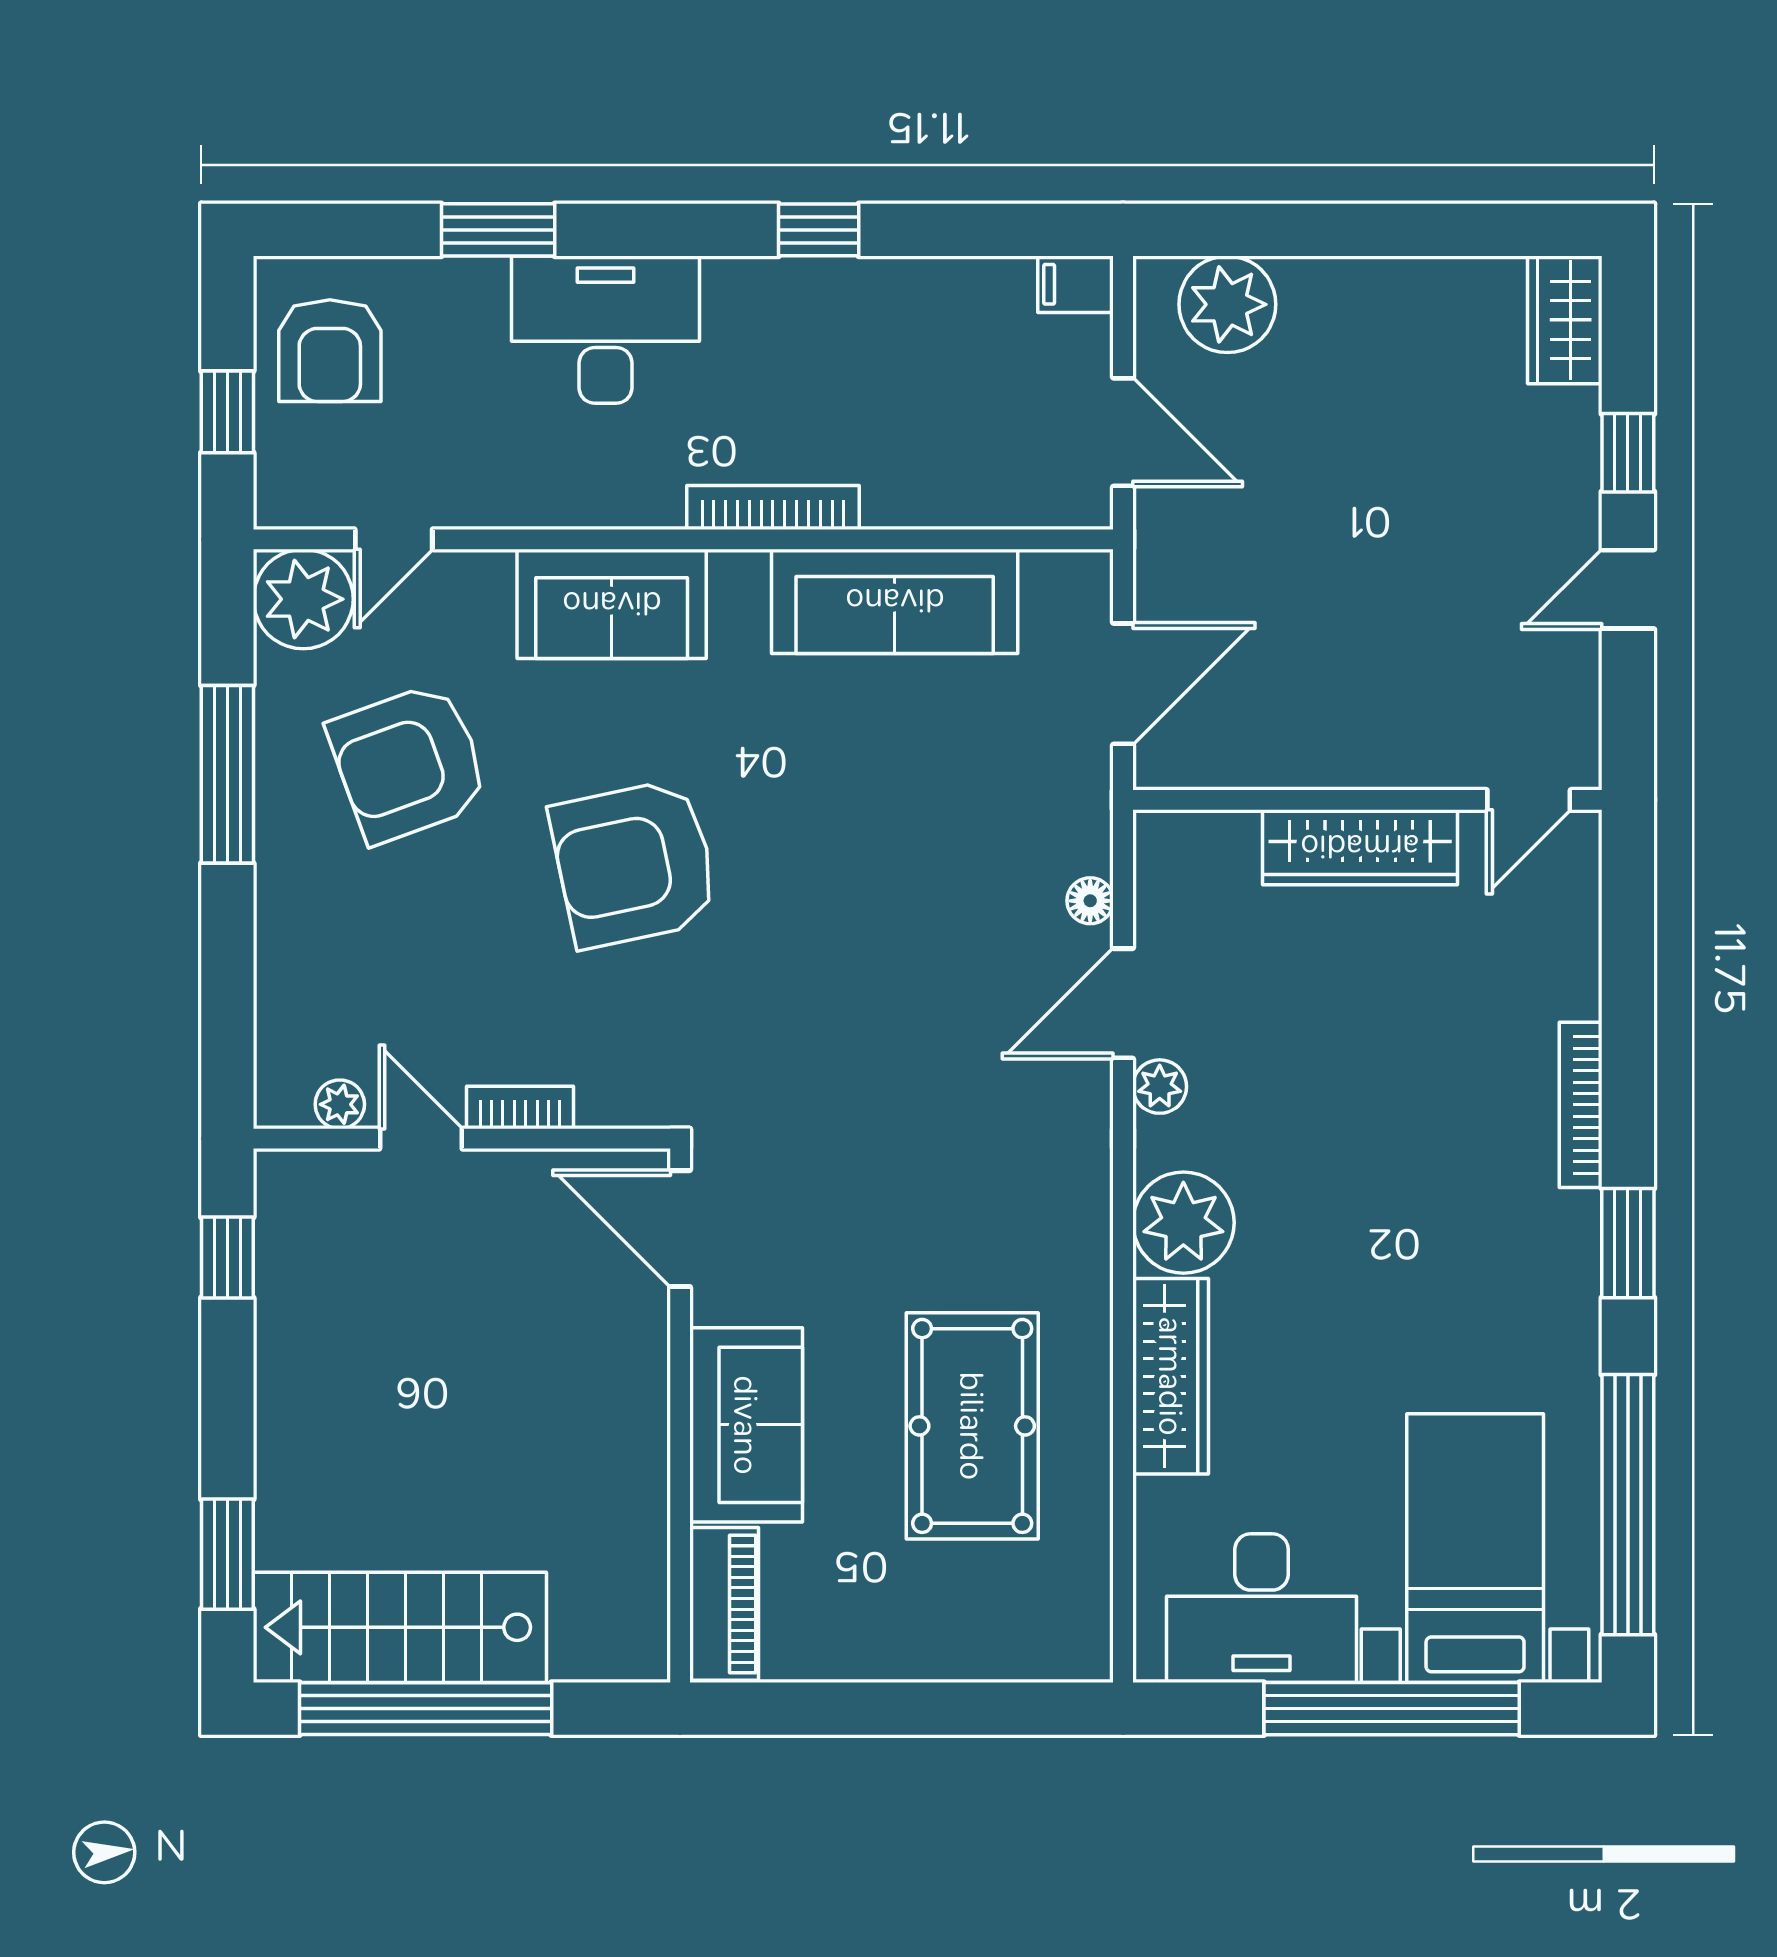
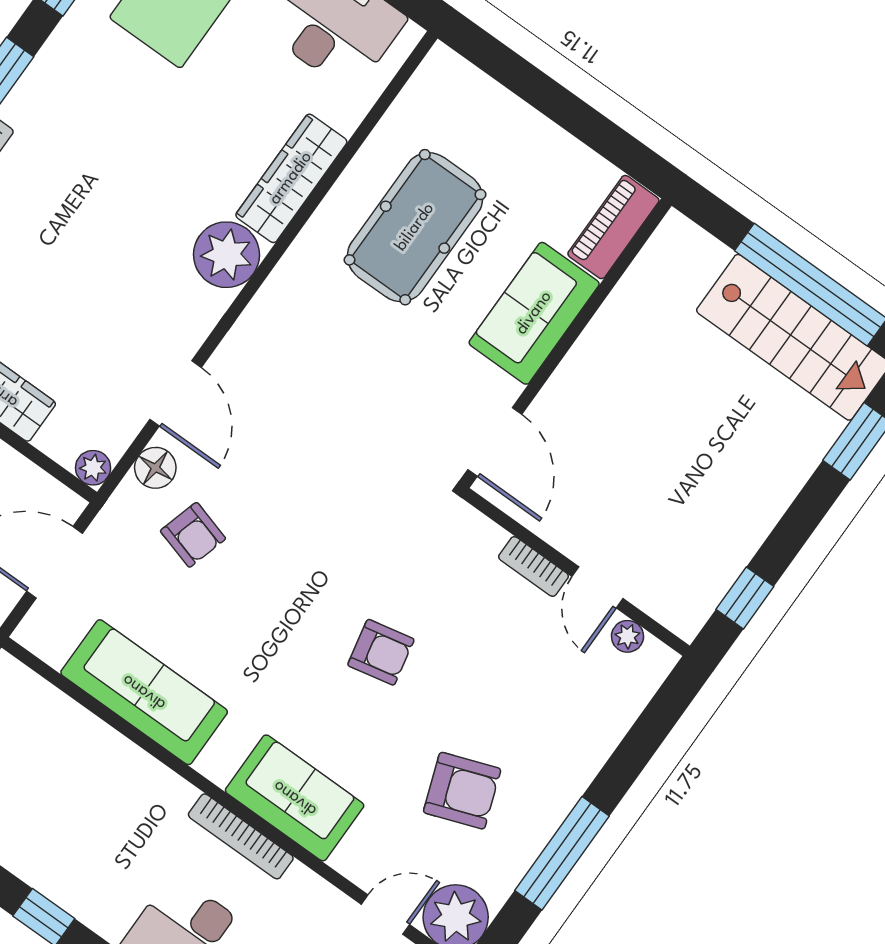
bookcase: (773, 508) -> (241, 836), moved
armchair: (408, 763) -> (462, 791), width x0.73, depth x0.73
armchair: (974, 842) -> (193, 535), added
armchair: (634, 864) -> (381, 652), width x0.53, depth x0.53
floor lamp: (1090, 901) -> (155, 468), width x1.37, depth x1.37
door: (1123, 1003) -> (175, 393), hinge flipped
plant: (1160, 1087) -> (93, 468), moved

